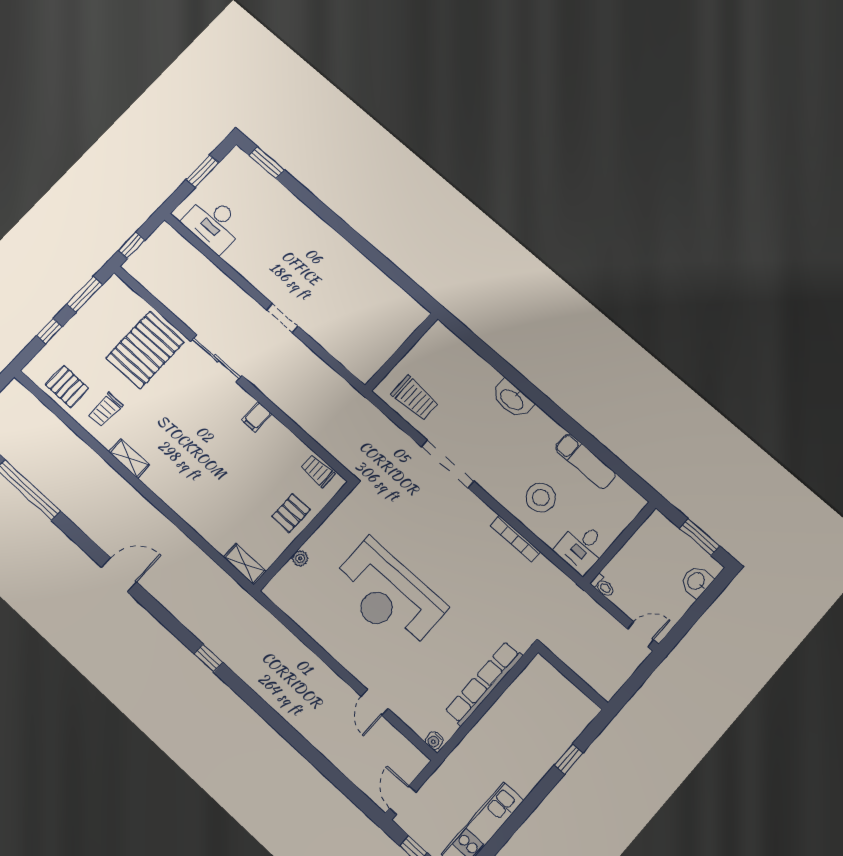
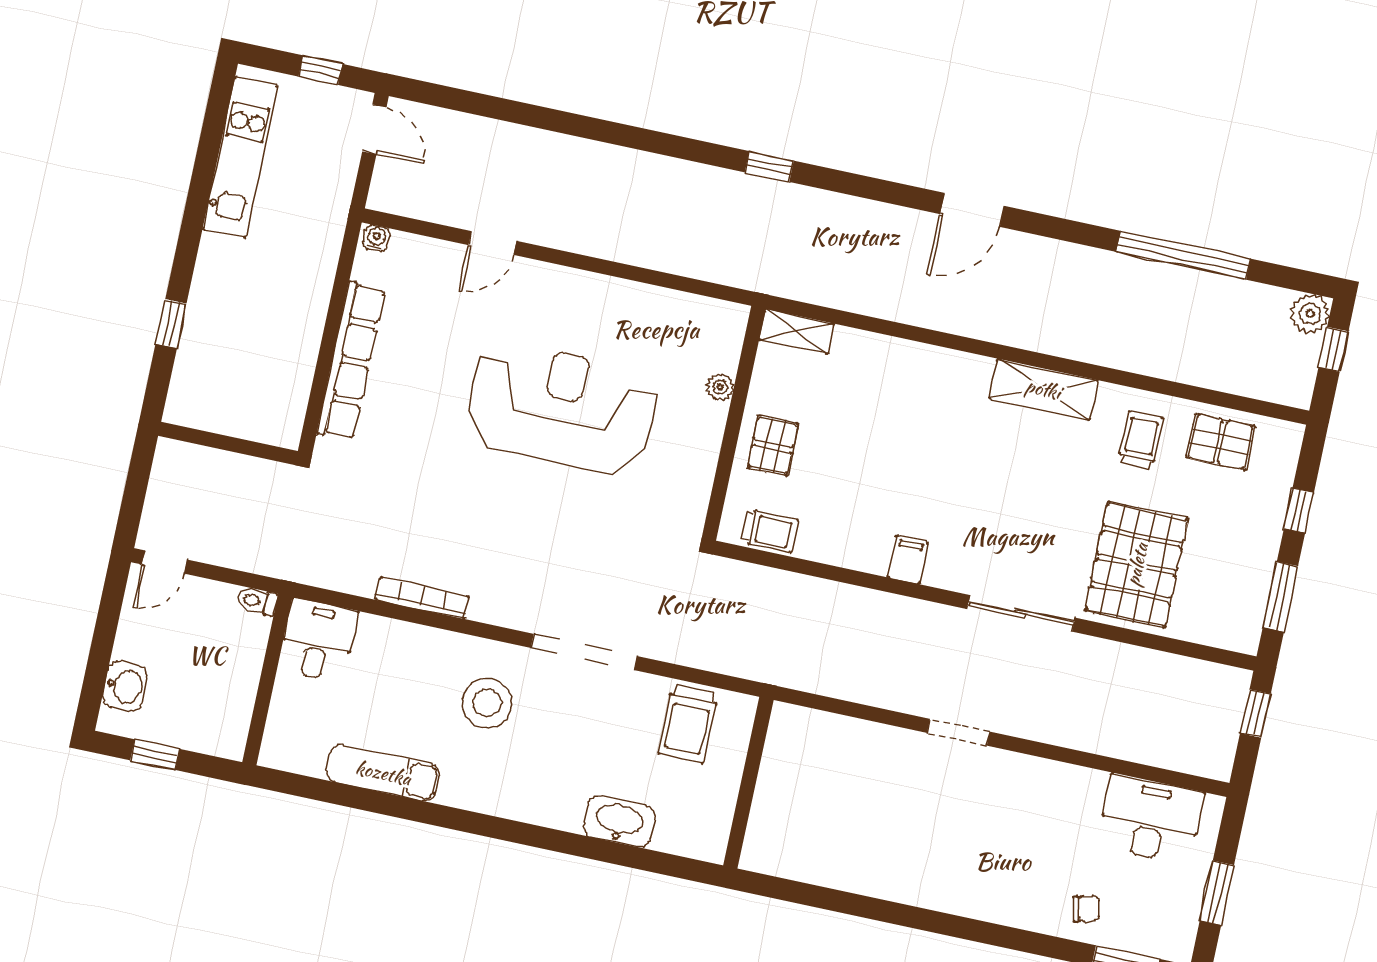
chair: (270, 199) -> (1086, 908), added
trolley: (415, 398) -> (688, 724), turned -90
washbasin: (512, 399) -> (619, 822), moved
shelving: (129, 458) -> (1043, 389), width x1.50, depth x1.33
stool: (541, 498) -> (487, 703), moved
window: (700, 537) -> (155, 755), width x0.67
door: (375, 702) -> (493, 243), swing flipped

